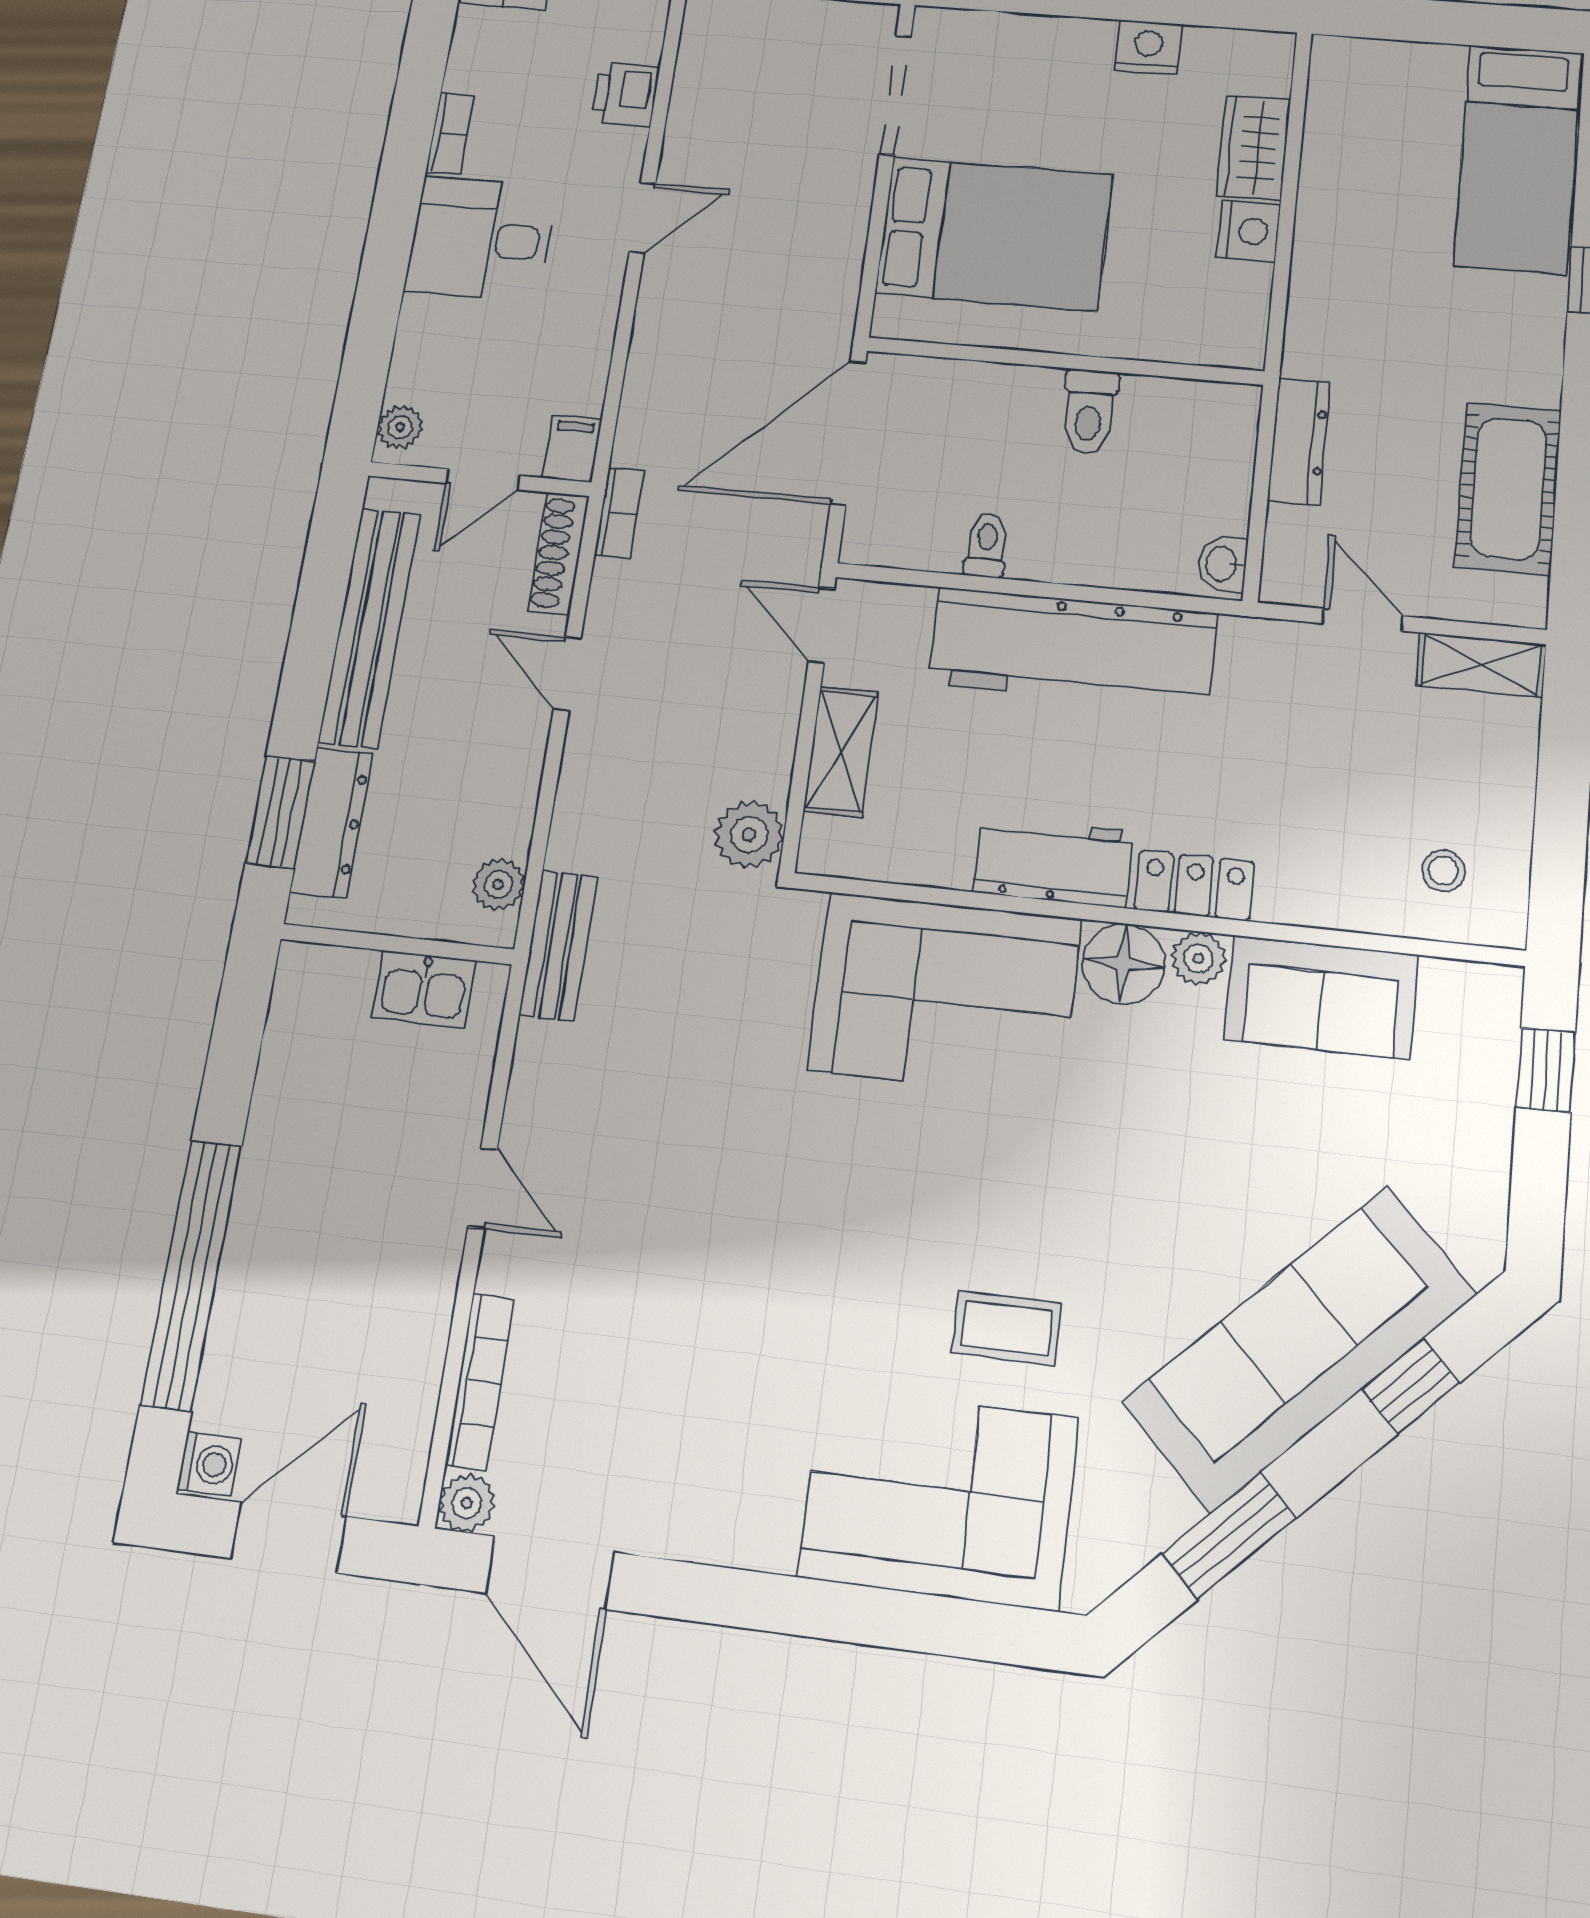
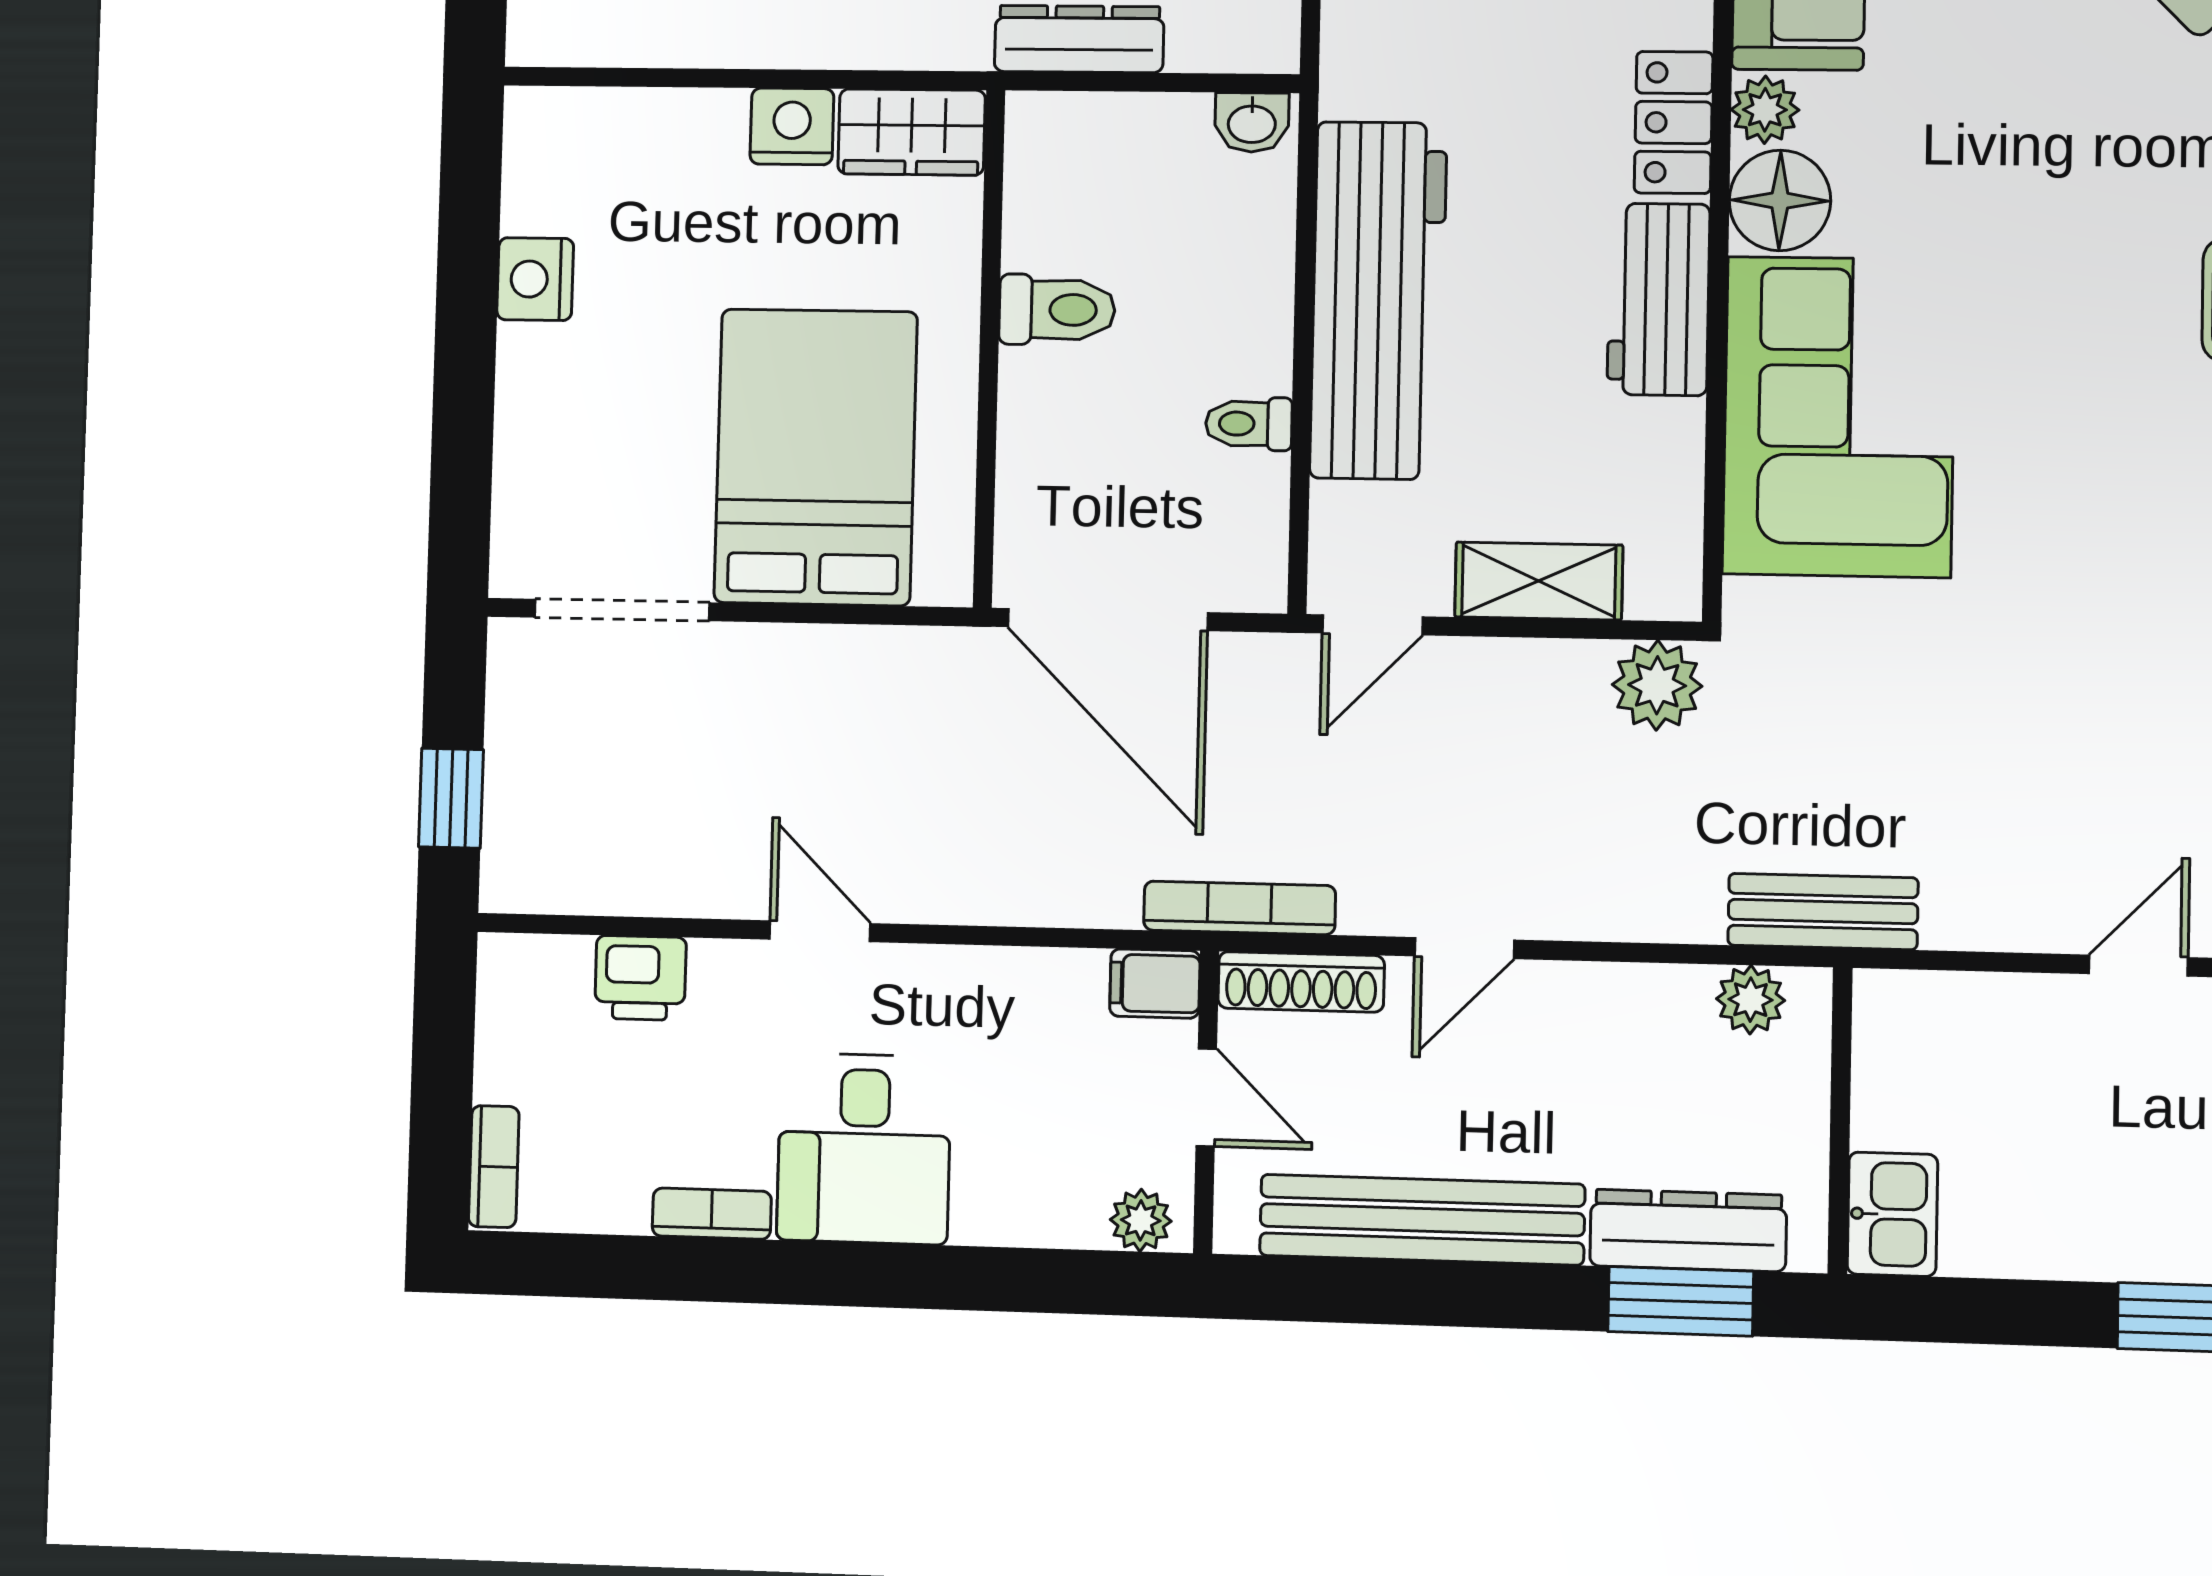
wardrobe: (1253, 147) -> (912, 132), moved
bookcase: (620, 513) -> (1240, 908), width x1.56
kitchen sink: (424, 989) -> (1892, 1214), moved

